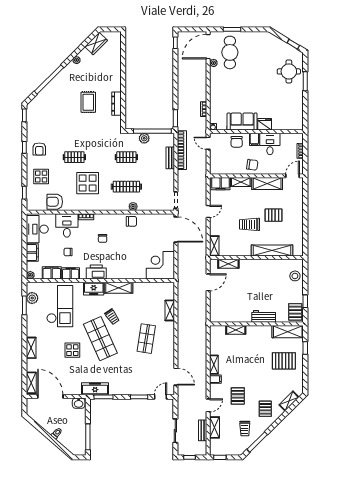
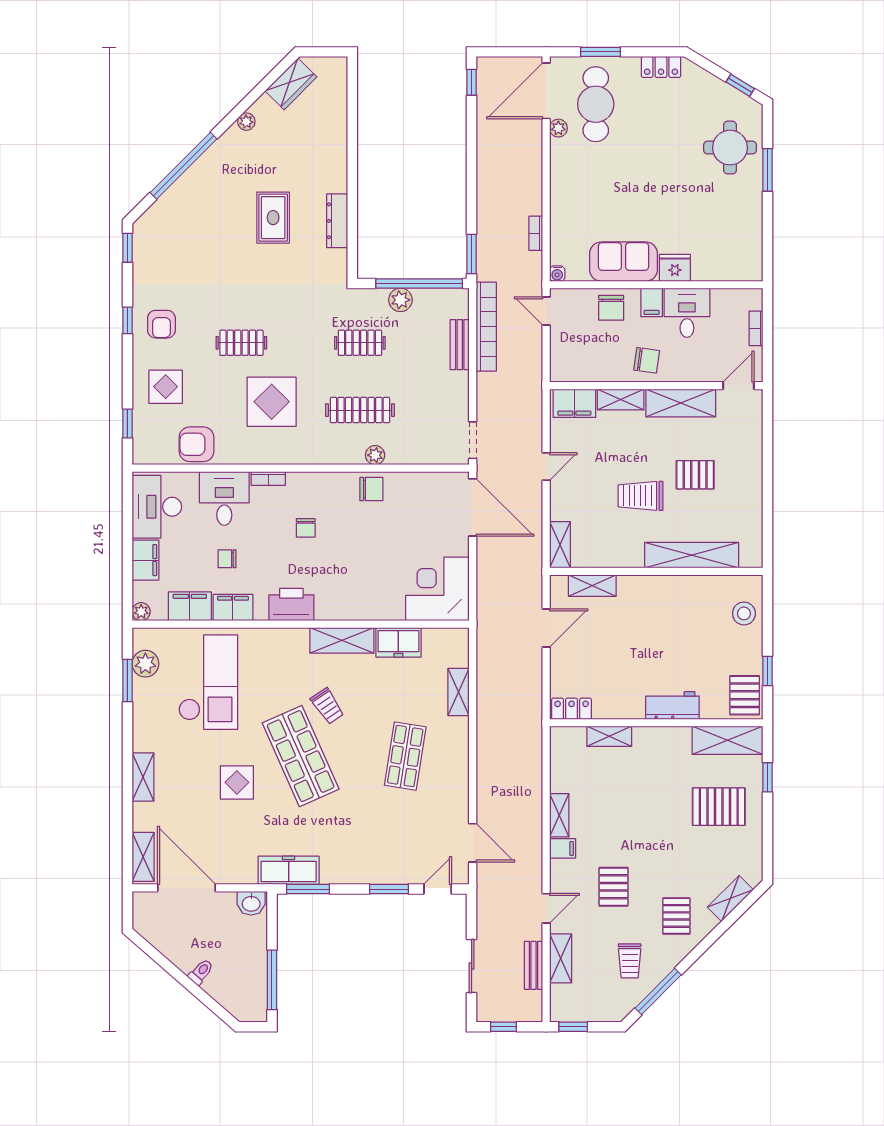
locker: (259, 36) -> (661, 67), added
freezer: (94, 289) -> (398, 642), moved
locker: (219, 318) -> (572, 709), added

